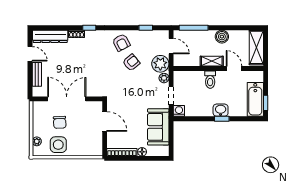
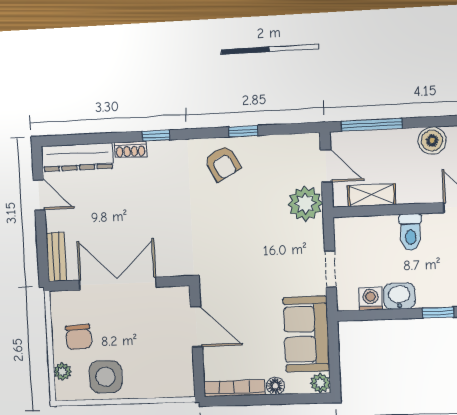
window: (146, 28) -> (243, 131), moved
shelving: (212, 61) -> (372, 195), moved
armchair: (131, 62) -> (245, 203), removed
bench: (37, 74) -> (56, 257), moved
plant: (164, 78) -> (320, 383), moved
washbasin: (221, 110) -> (399, 296), moved
washing machine: (179, 111) -> (371, 299), moved
chair: (60, 122) -> (79, 337), moved

